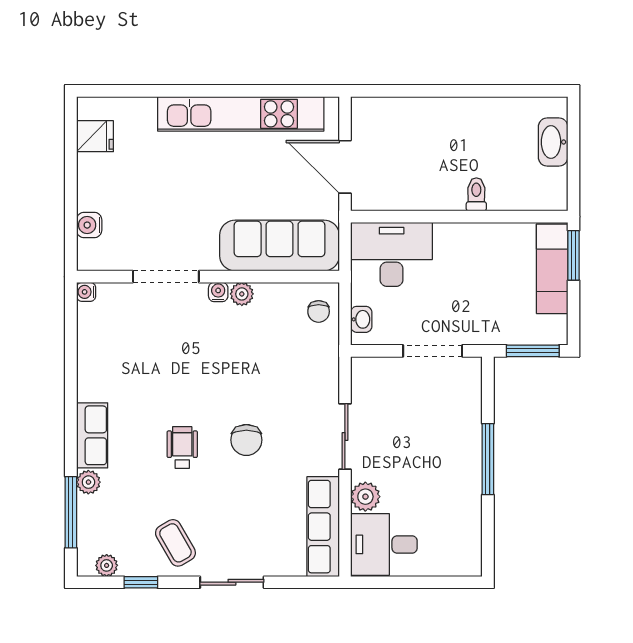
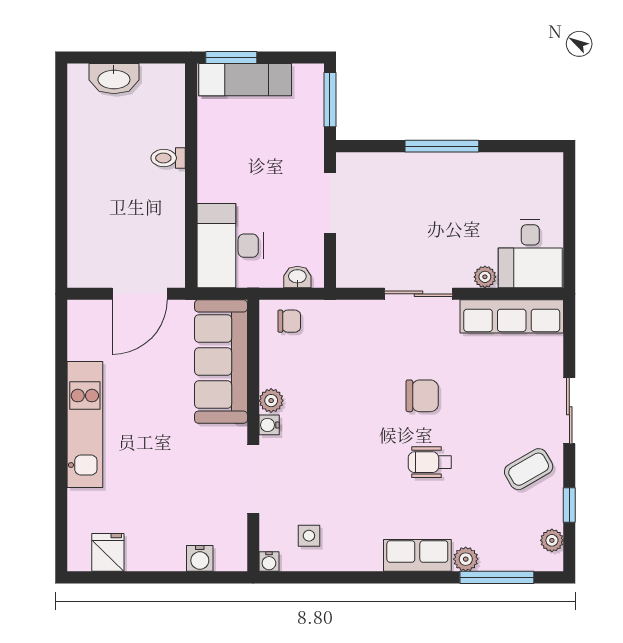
kitchen unit: (241, 114) -> (85, 425), width x0.73
side table: (111, 331) -> (309, 536), added
plant: (365, 497) -> (485, 277), width x0.73, depth x0.73

